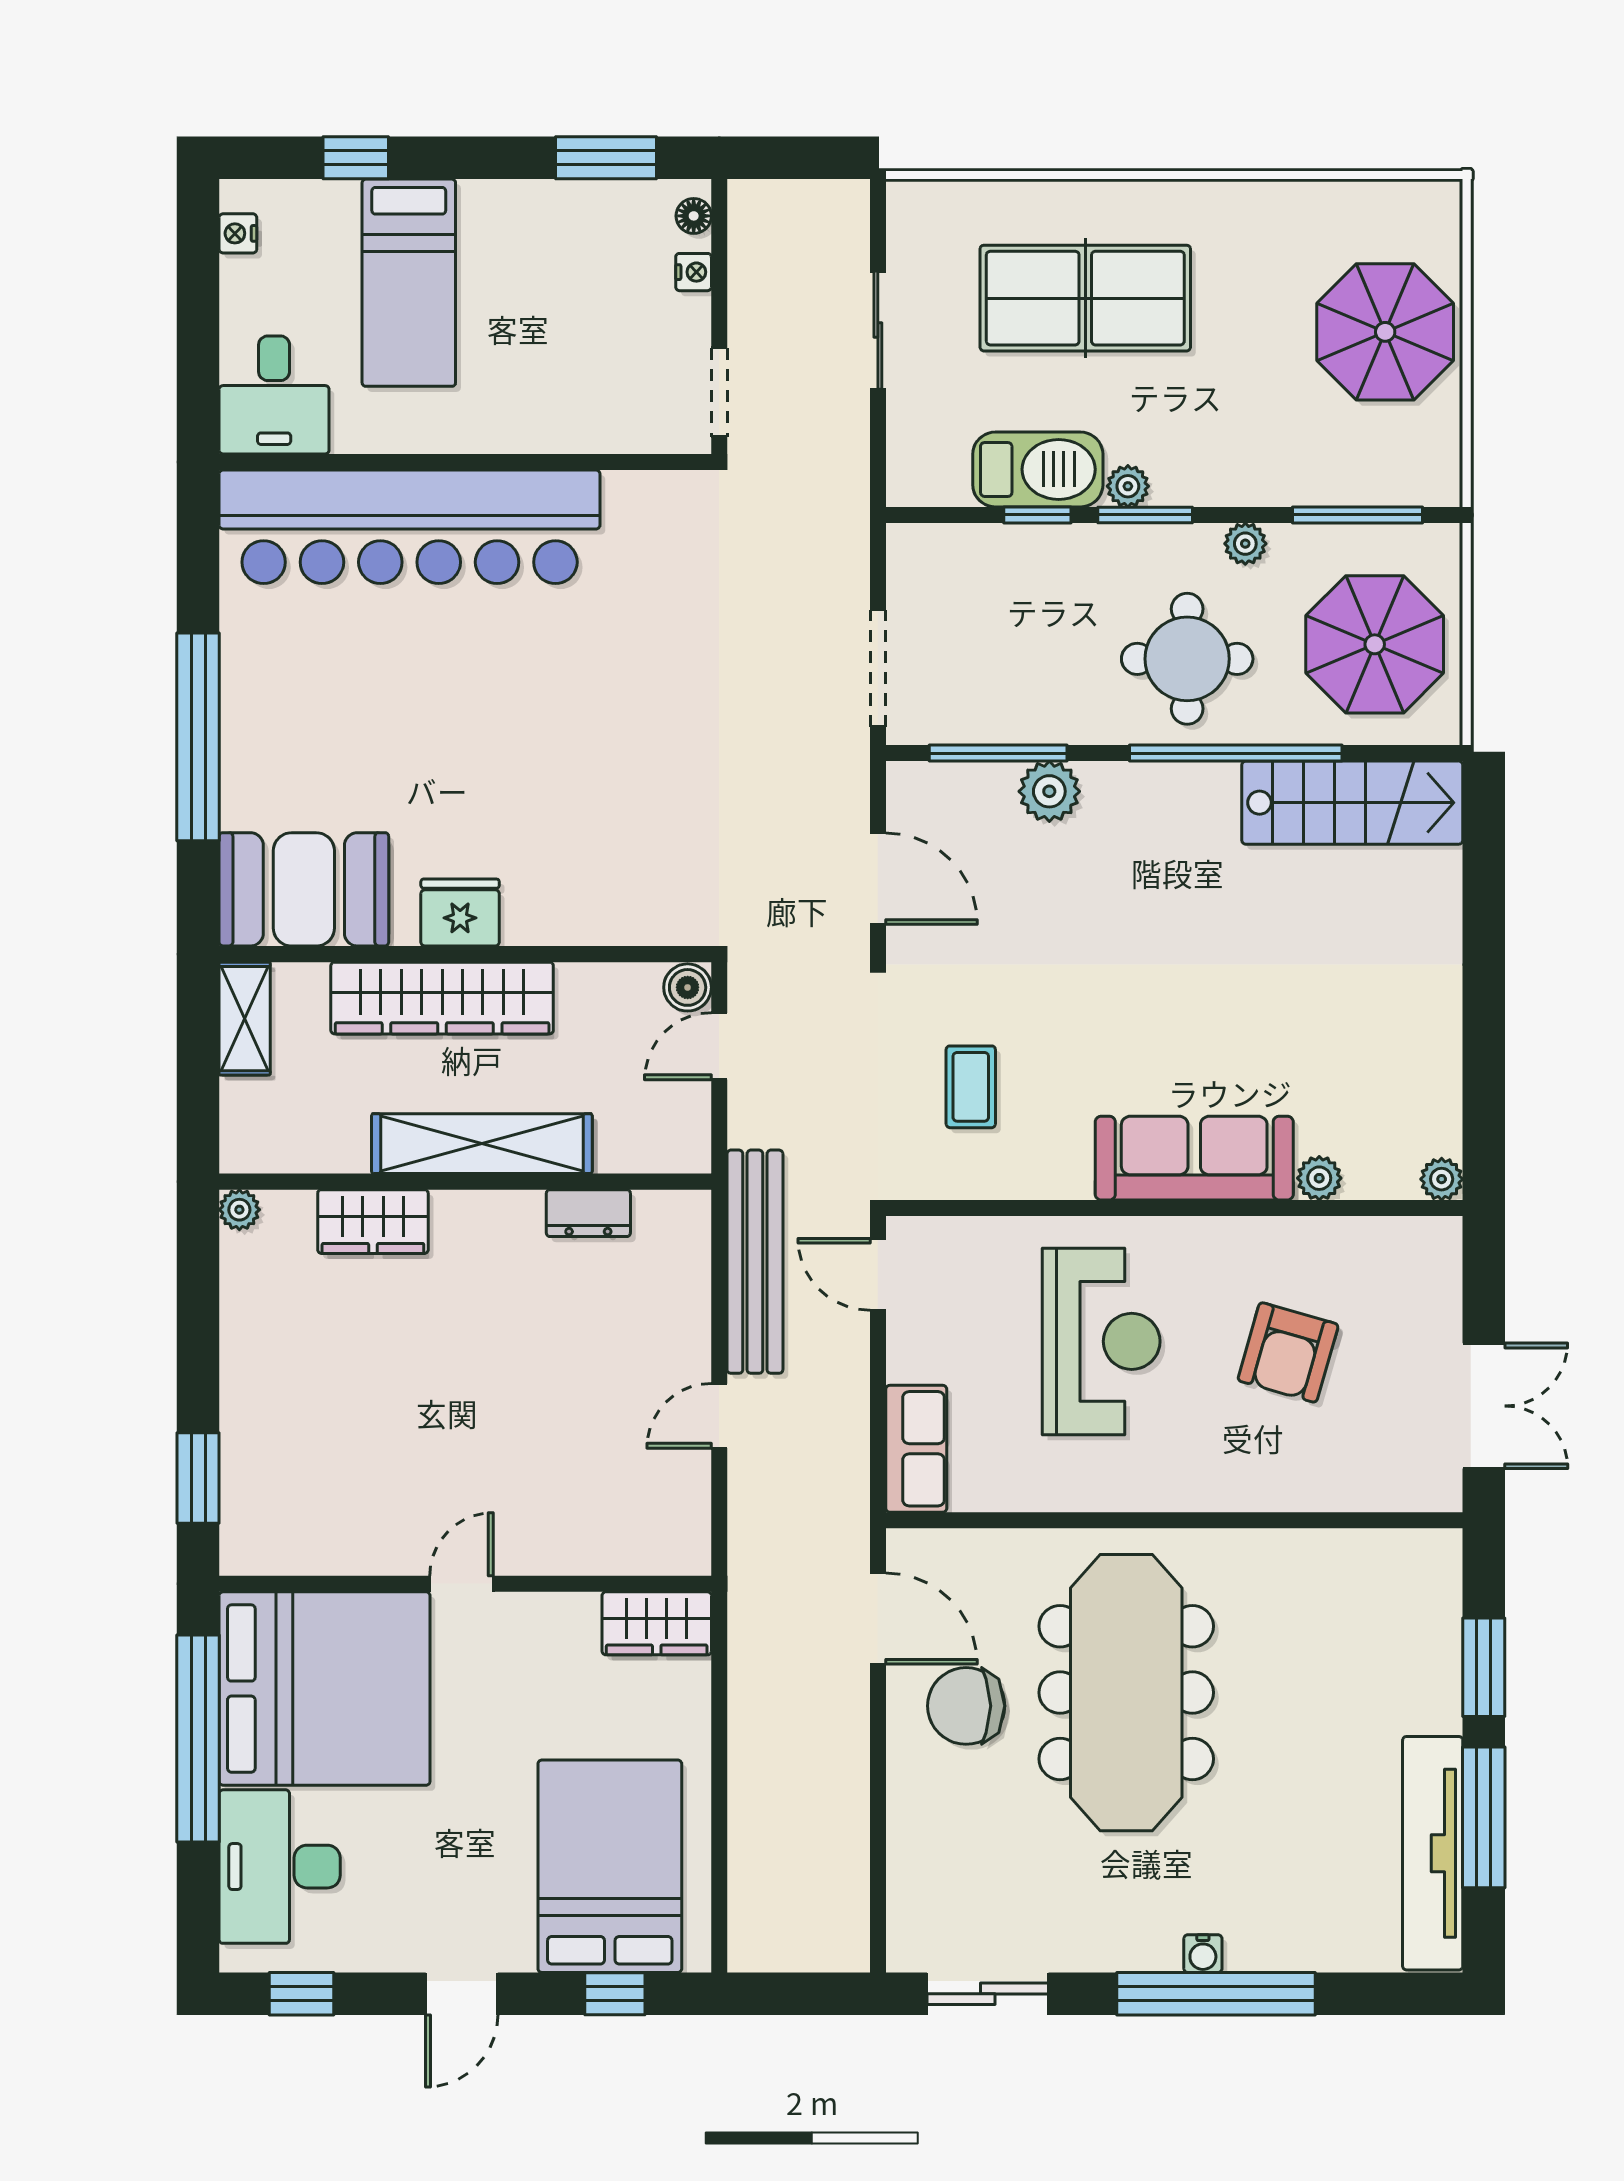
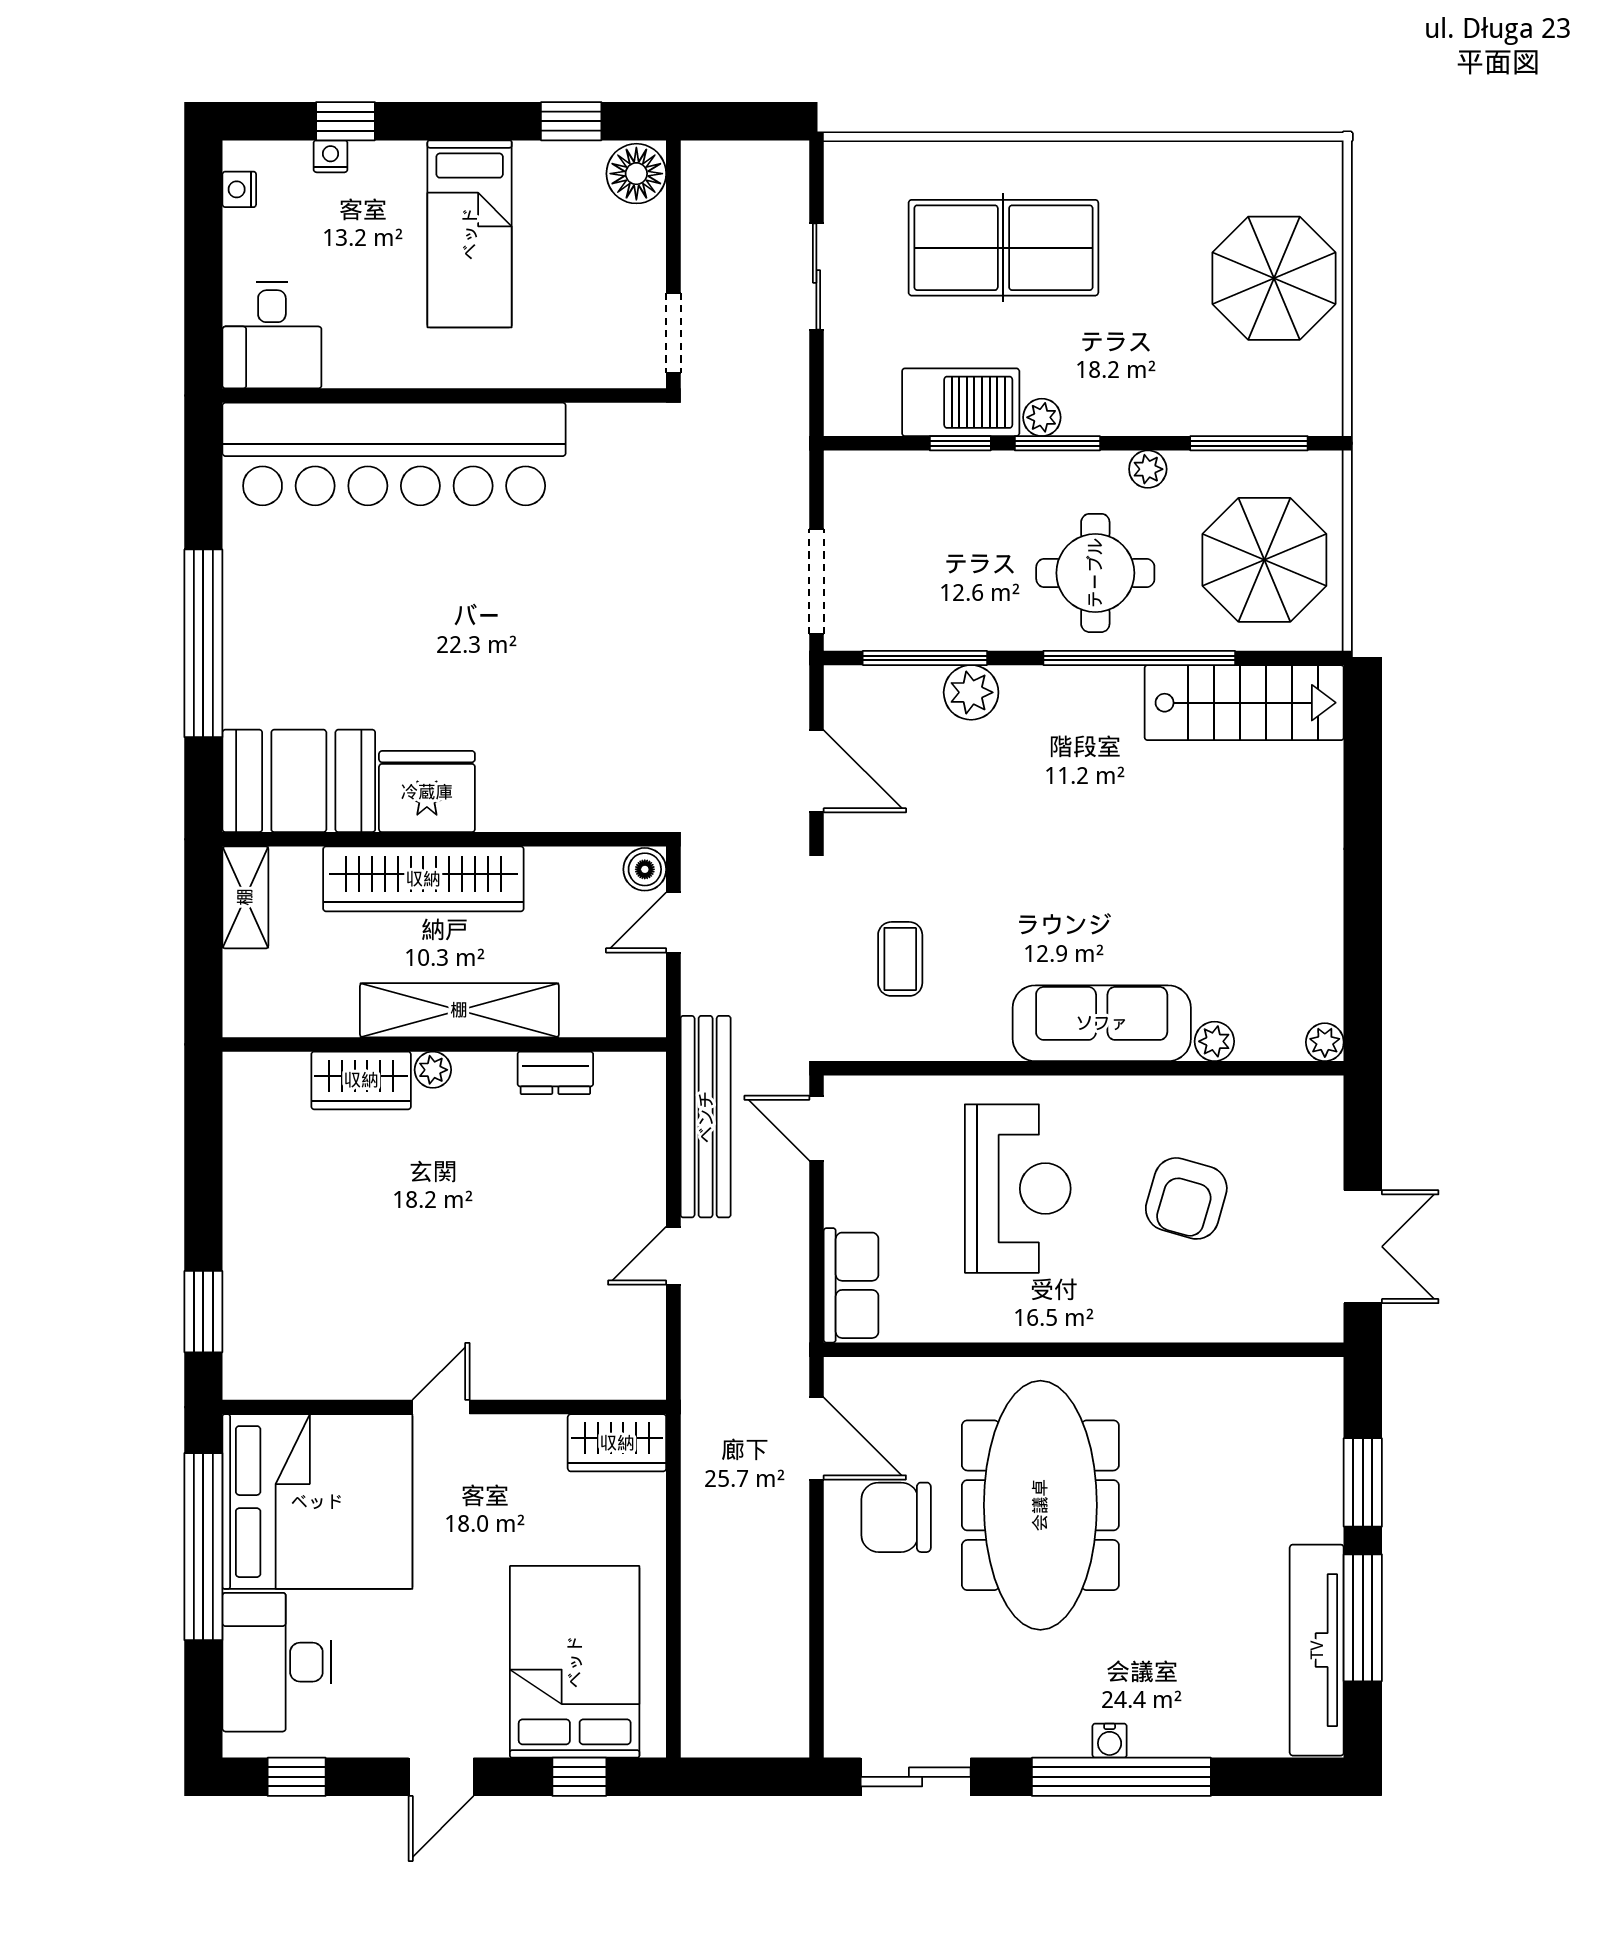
window: (606, 158) -> (571, 121), width x0.67
floor lamp: (694, 216) -> (636, 174), width x1.89, depth x1.89
nightstand: (694, 272) -> (331, 156), moved, turned -90
bed: (409, 283) -> (470, 234), moved
fridge: (460, 913) -> (427, 792), width x1.36, depth x1.34
plant: (239, 1210) -> (433, 1070), moved

